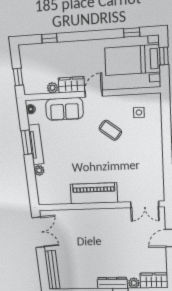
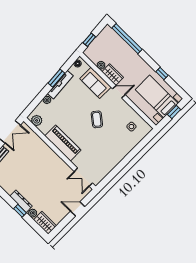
window: (132, 32) -> (162, 73), moved
window: (49, 38) -> (127, 39), width x3.17
coffee table: (110, 130) -> (97, 119), moved
plant: (50, 198) -> (37, 120), added

